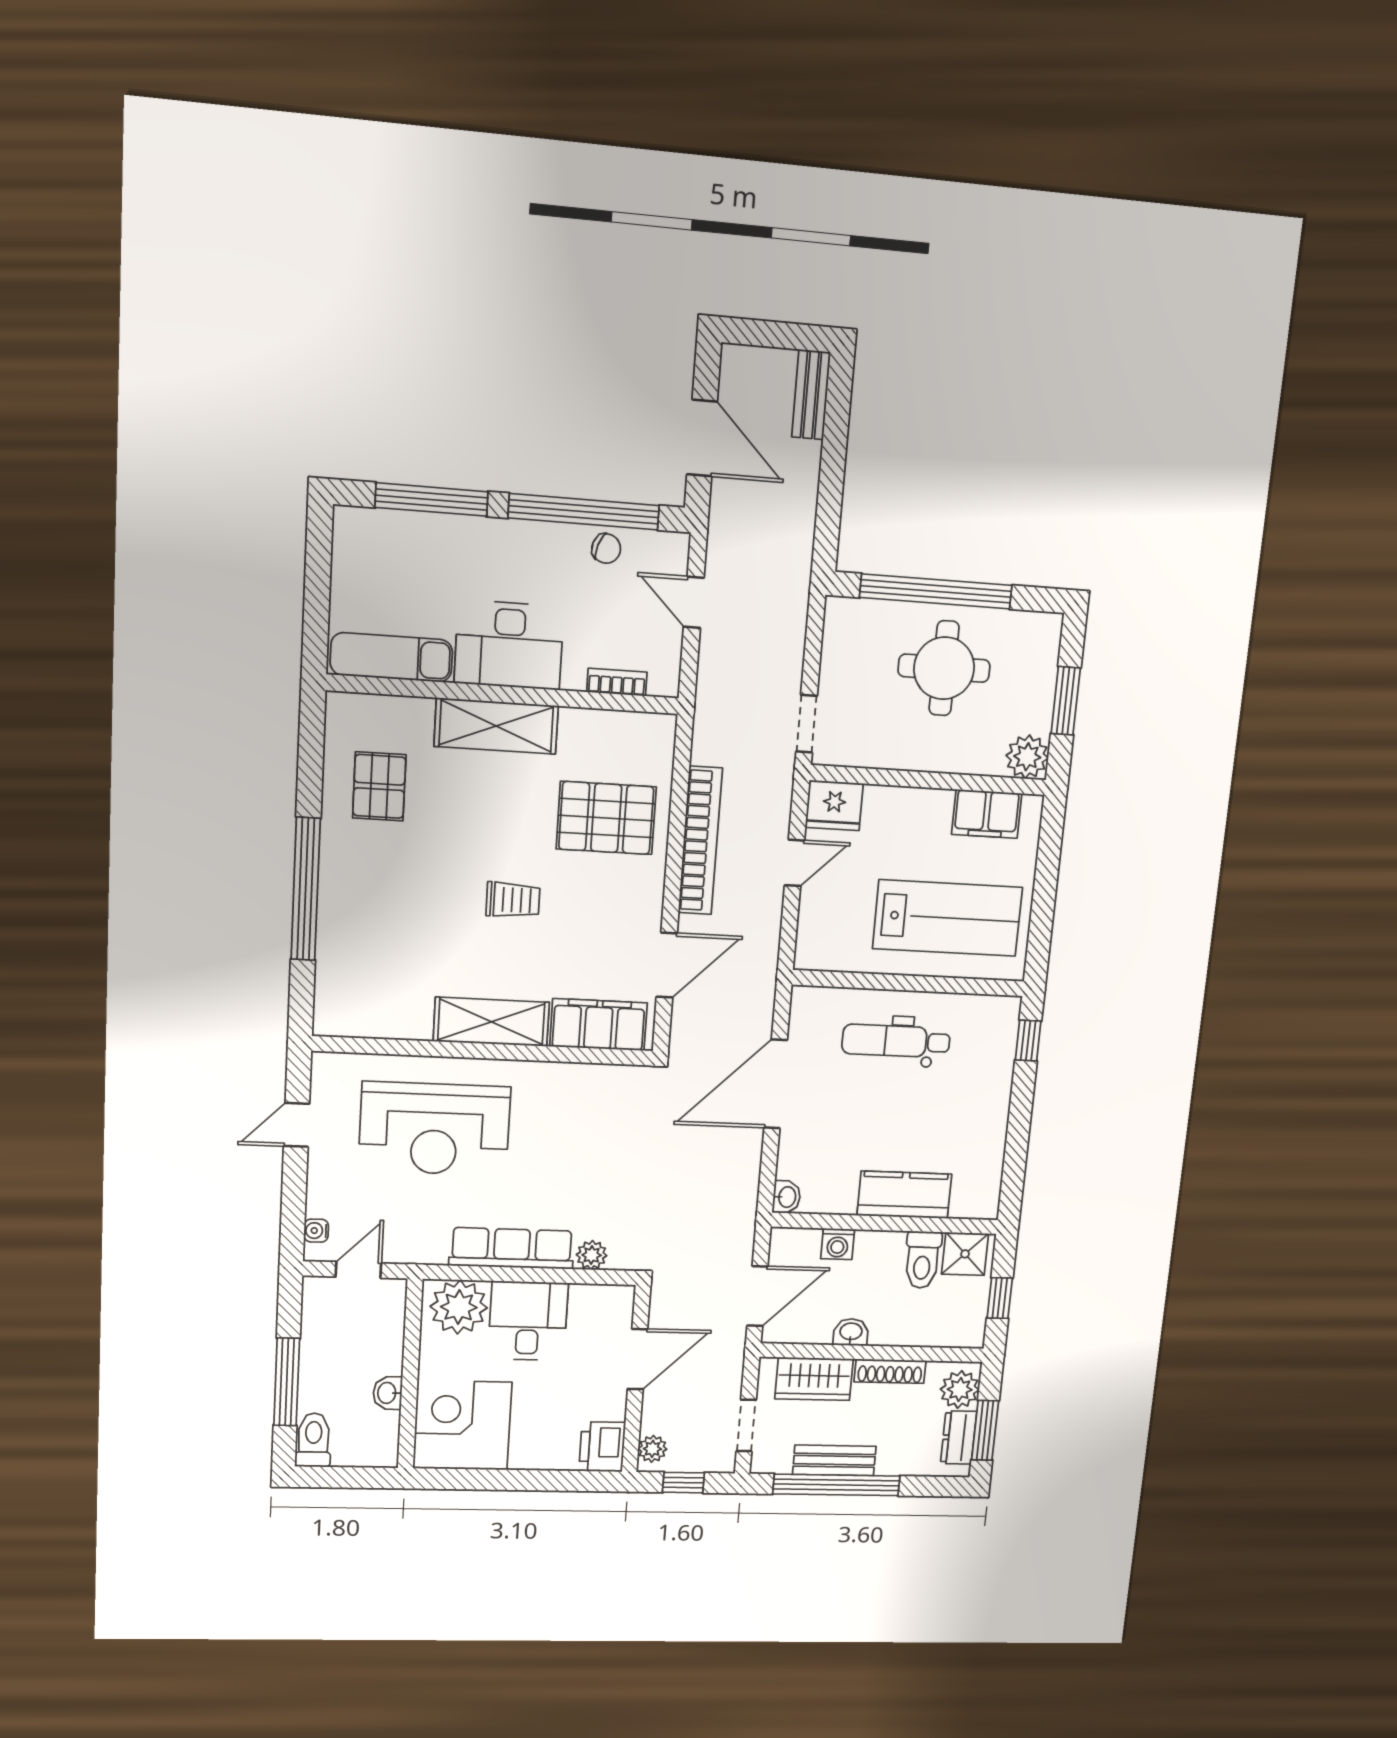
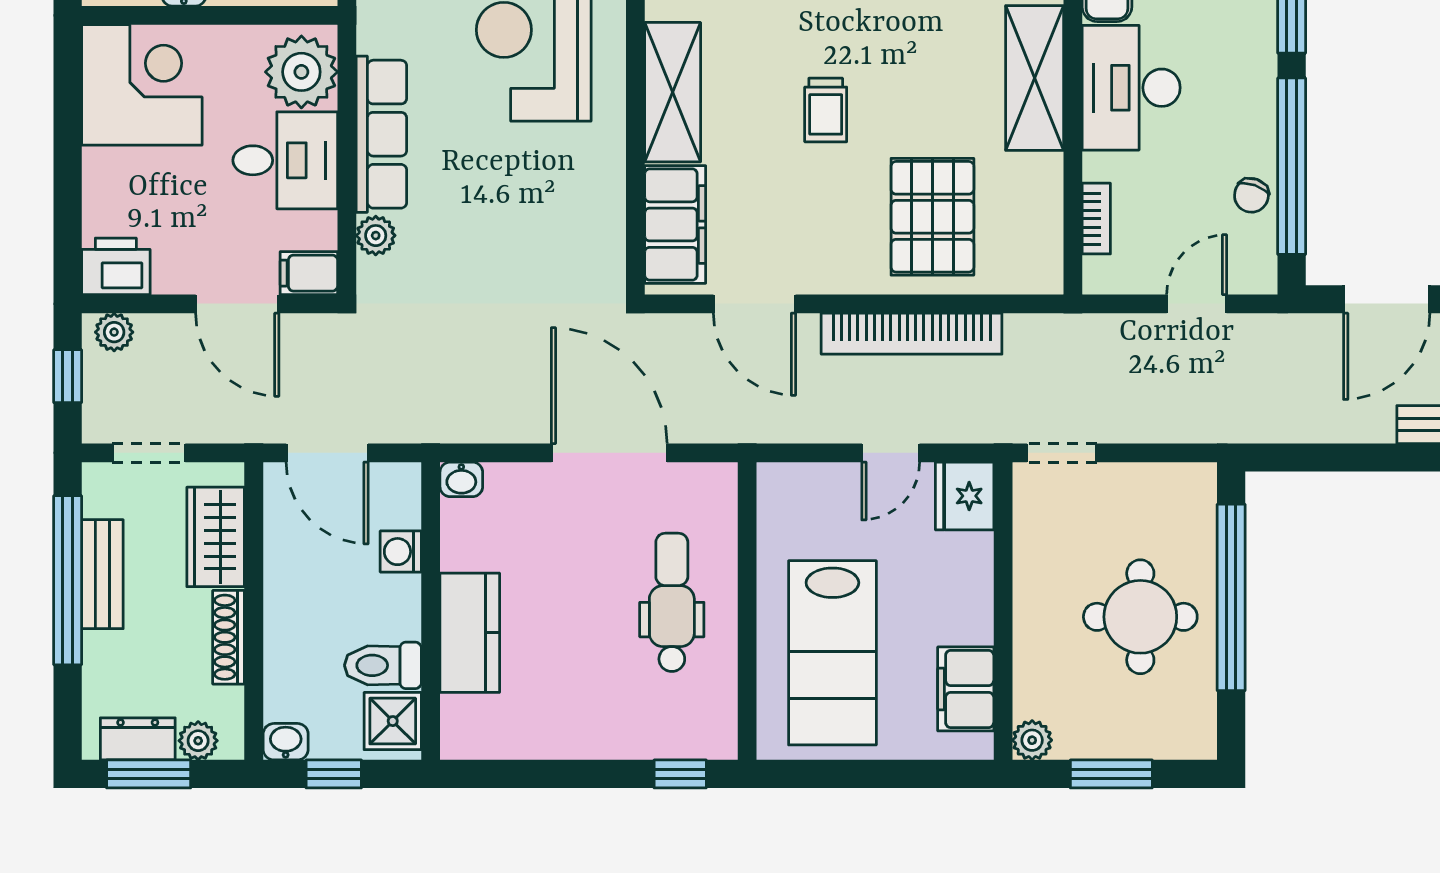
plant: (1027, 757) -> (1032, 740), width x0.73, depth x0.73
door: (795, 863) -> (891, 453), hinge flipped
filing cabinet: (617, 1306) -> (309, 273), added
washbasin: (851, 1332) -> (286, 742), moved, turned -90
plant: (960, 1390) -> (198, 741), width x0.73, depth x0.73

